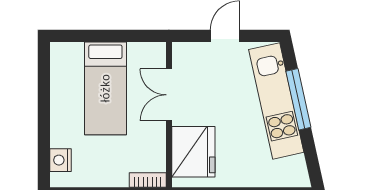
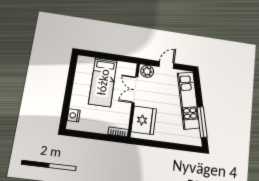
plant: (188, 55) -> (147, 71), added
window: (298, 99) -> (202, 122), moved

